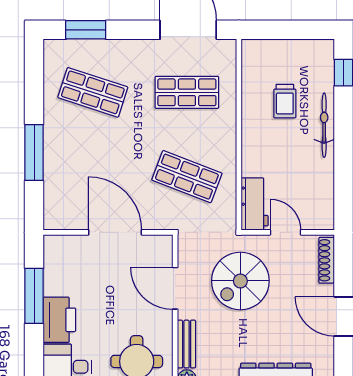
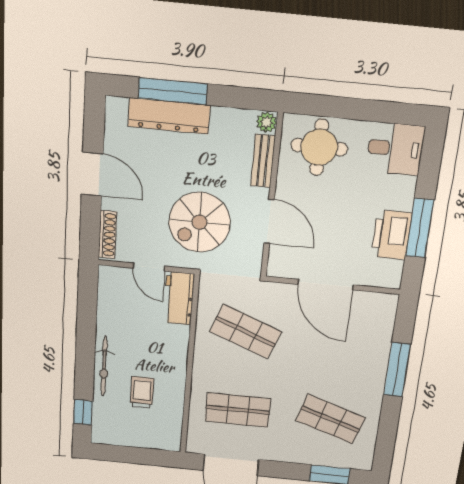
spiral stairs: (240, 281) -> (200, 222), turned 180
printer: (59, 320) -> (391, 235), moved

